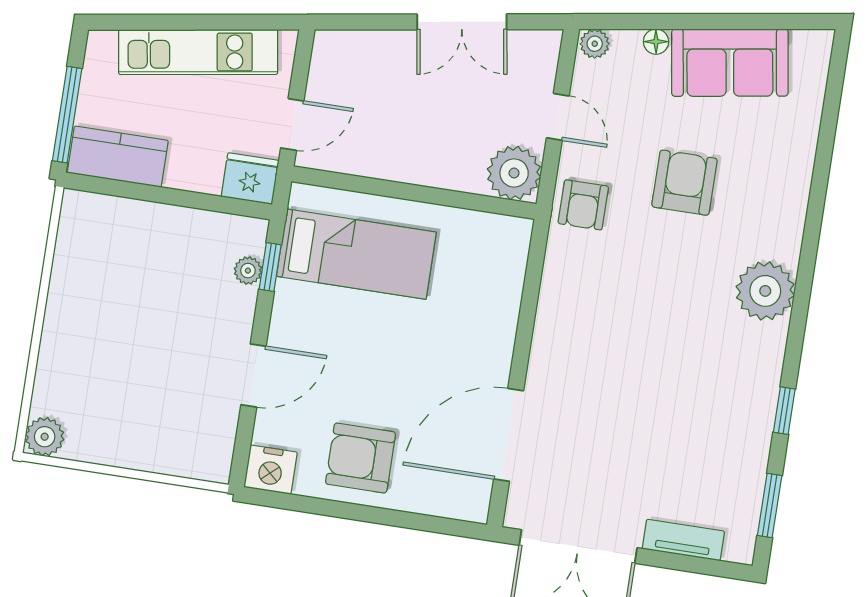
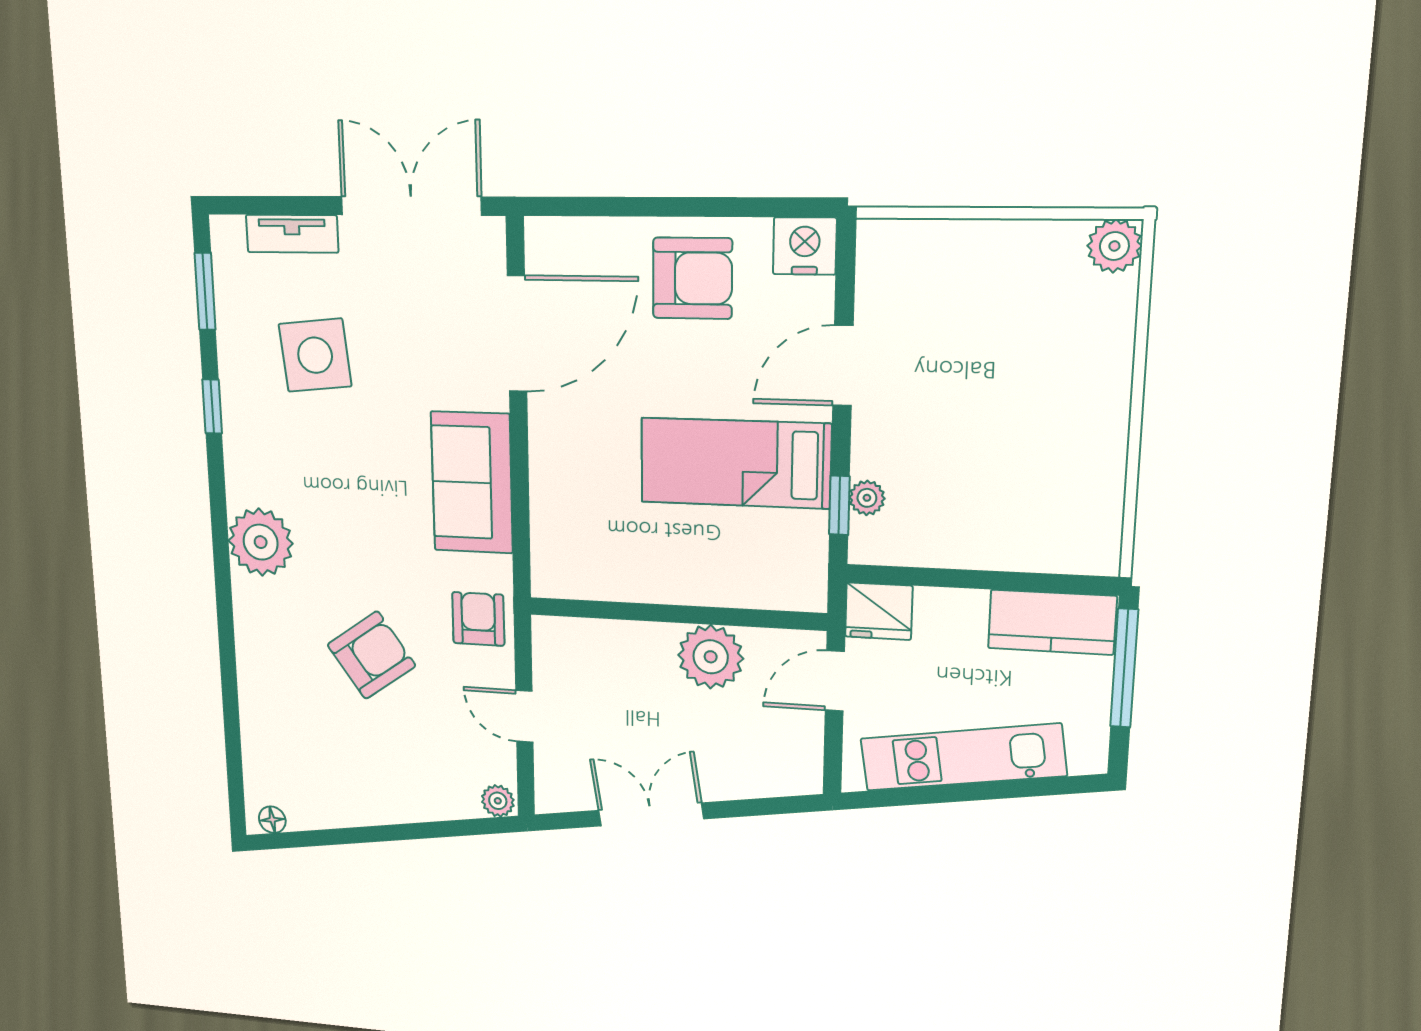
floor lamp: (656, 42) -> (272, 820), moved
sofa: (730, 63) -> (472, 483), moved, turned -81
plant: (514, 173) -> (711, 657), moved
armchair: (685, 183) -> (371, 655), turned -125
bed: (356, 254) -> (735, 463), moved
side table: (684, 441) -> (315, 355), added

